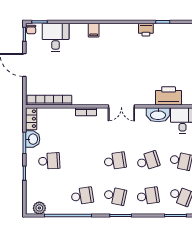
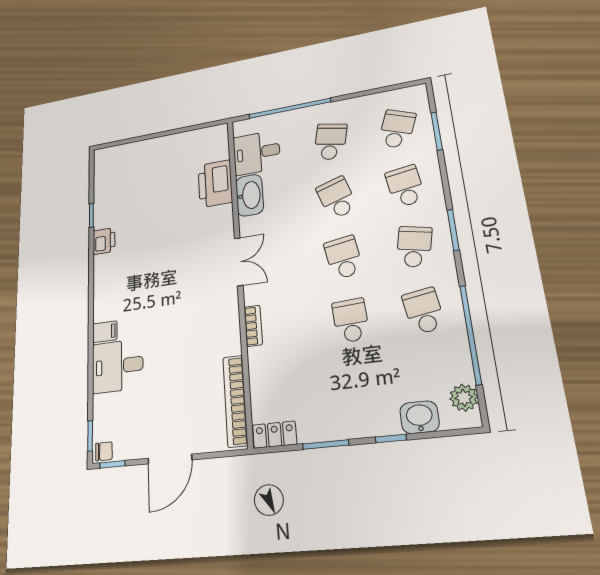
desk: (56, 37) -> (117, 366), moved
washbasin: (33, 139) -> (419, 417), moved
school desk: (49, 161) -> (351, 321), moved

